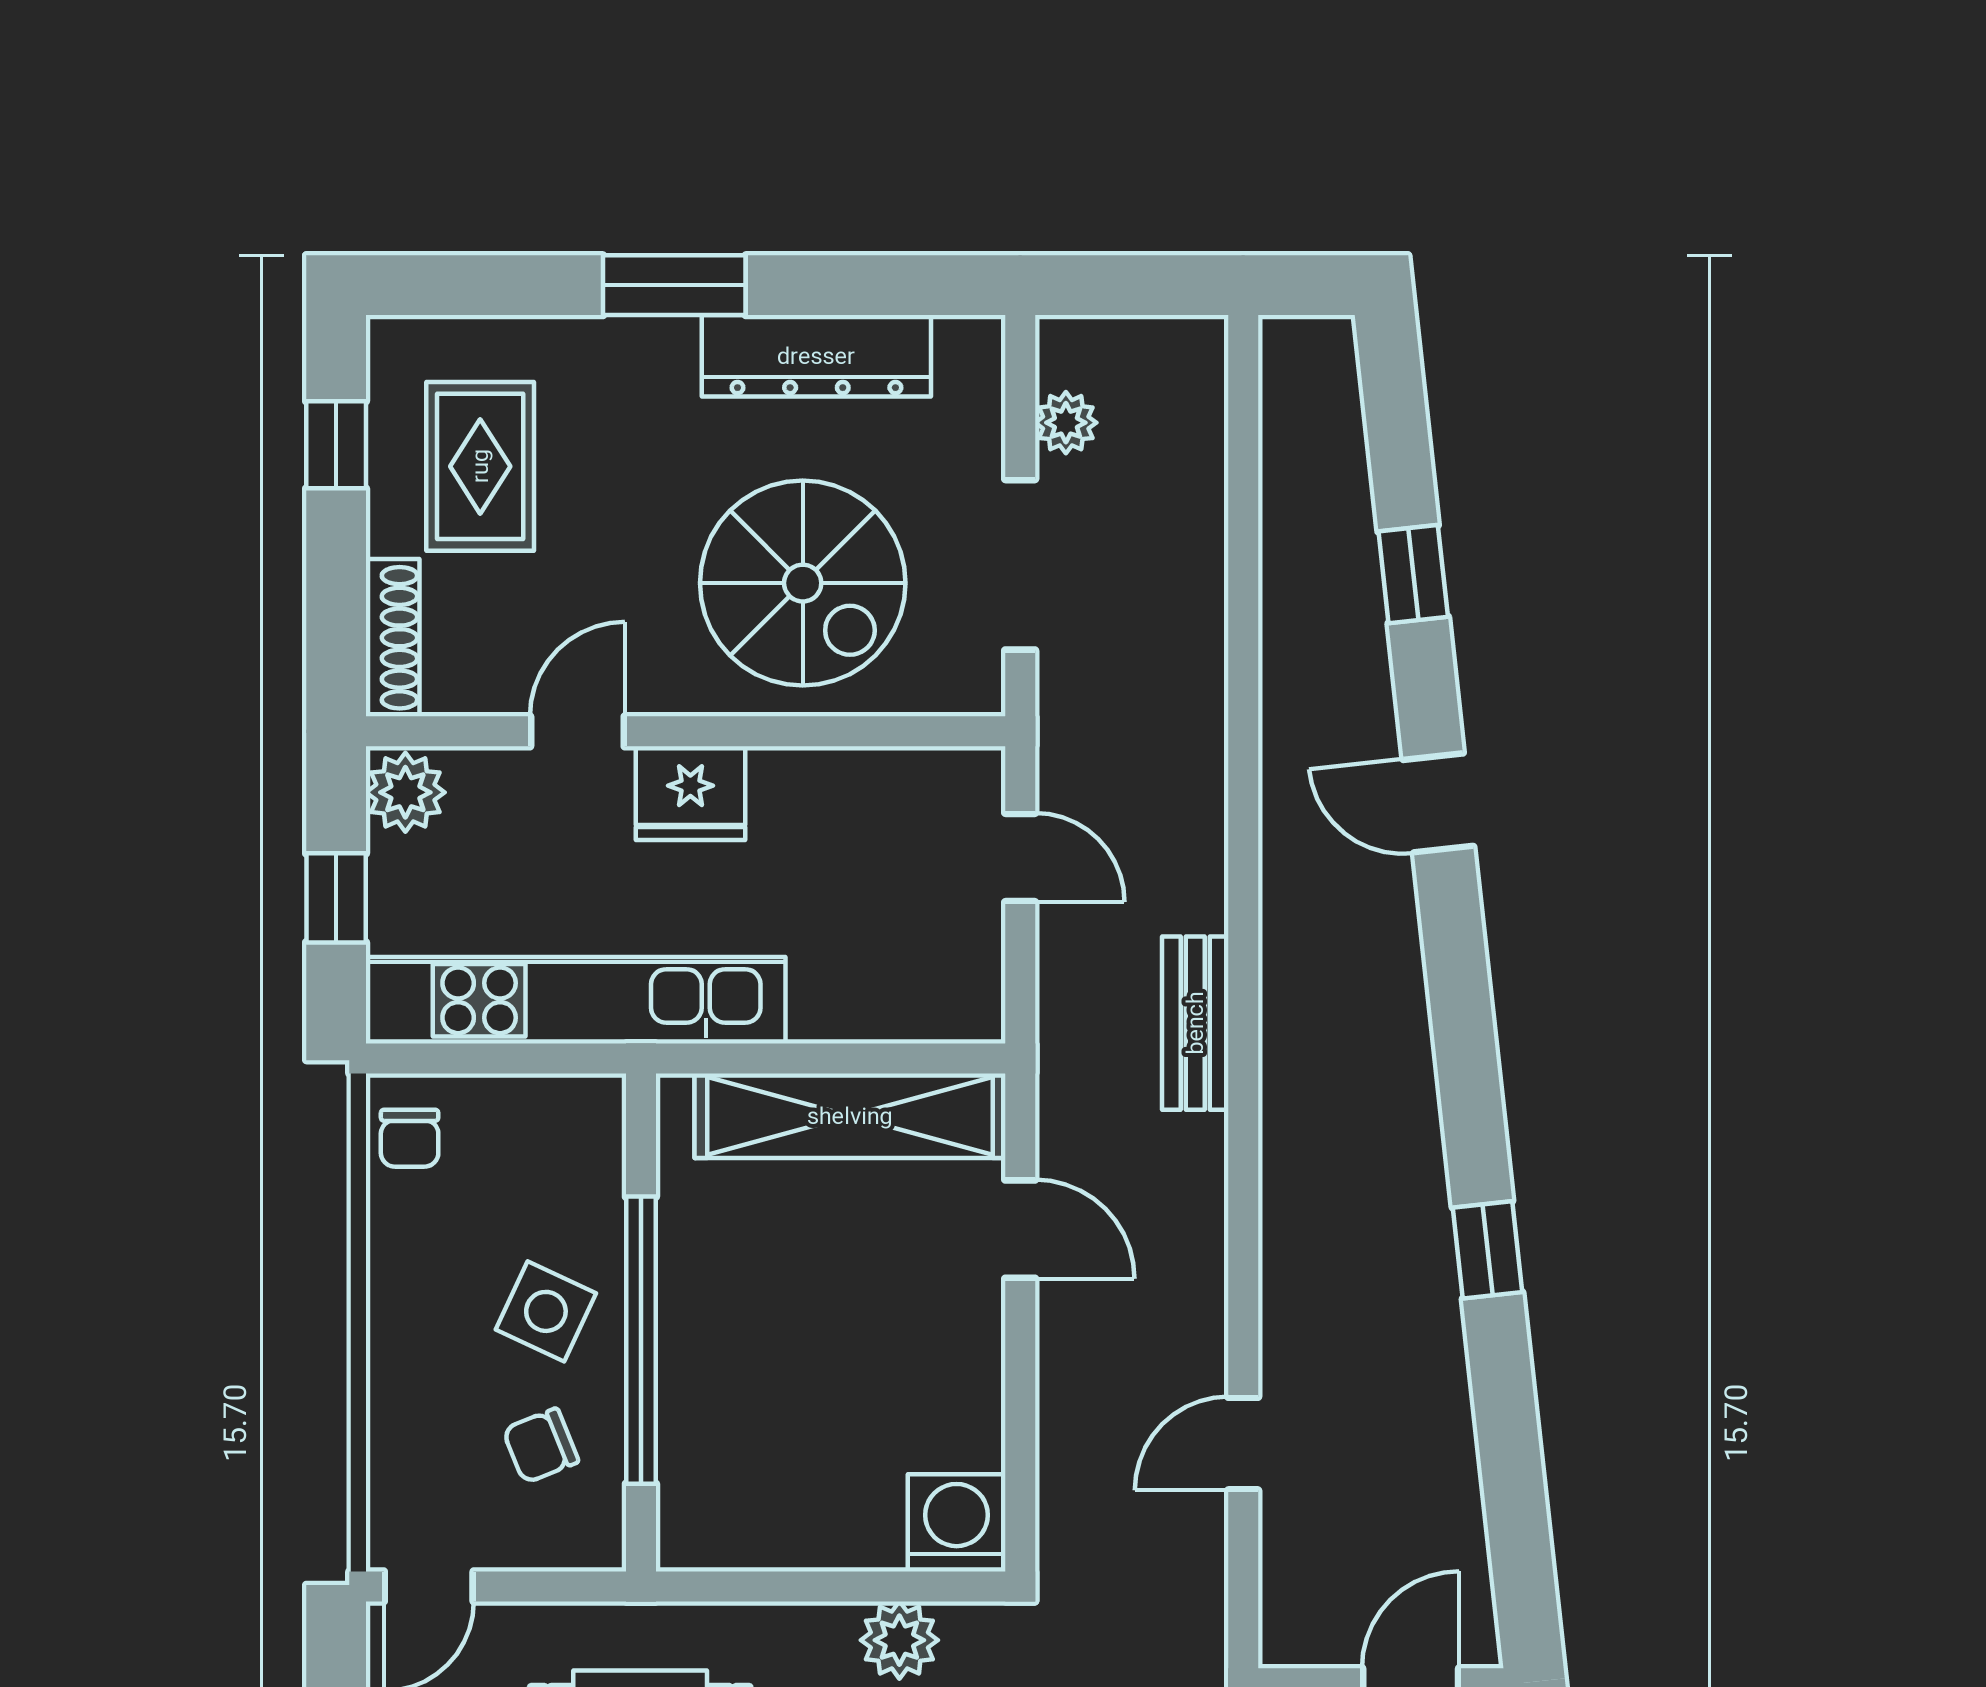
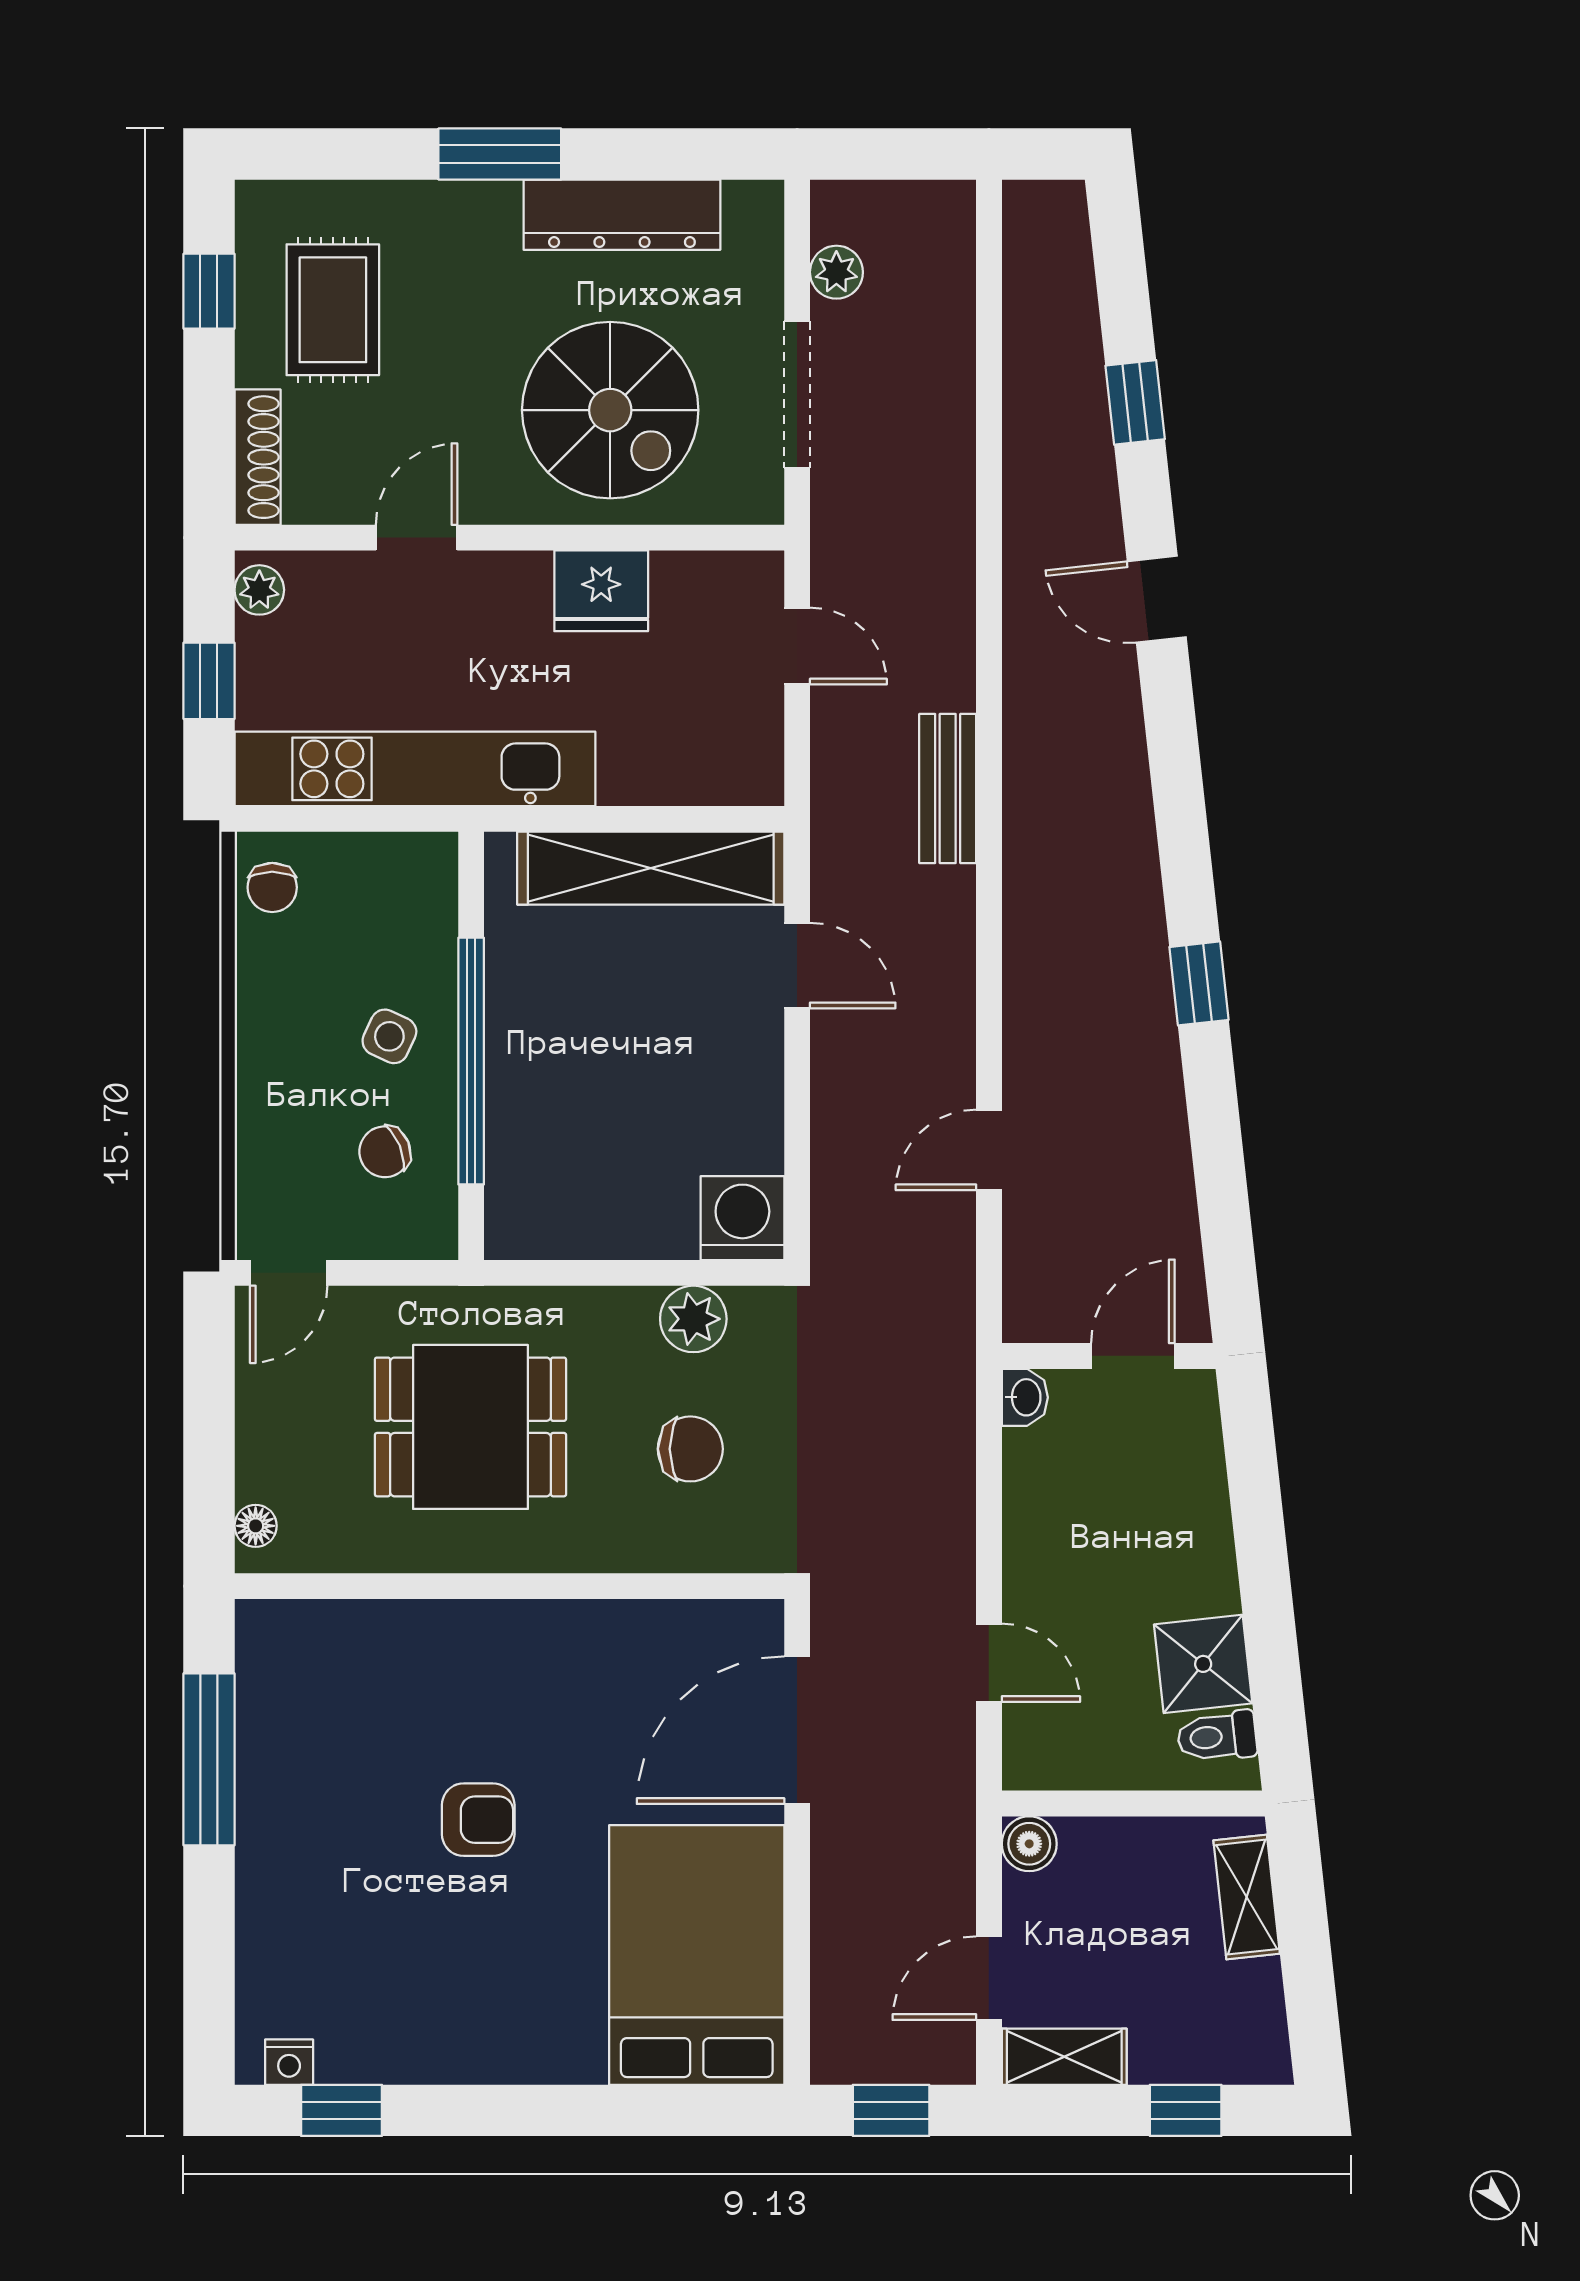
plant: (405, 792) -> (259, 590), width x0.73, depth x0.73
fridge: (690, 793) -> (601, 591), moved
side table: (546, 1311) -> (389, 1036), width x0.73, depth x0.73

